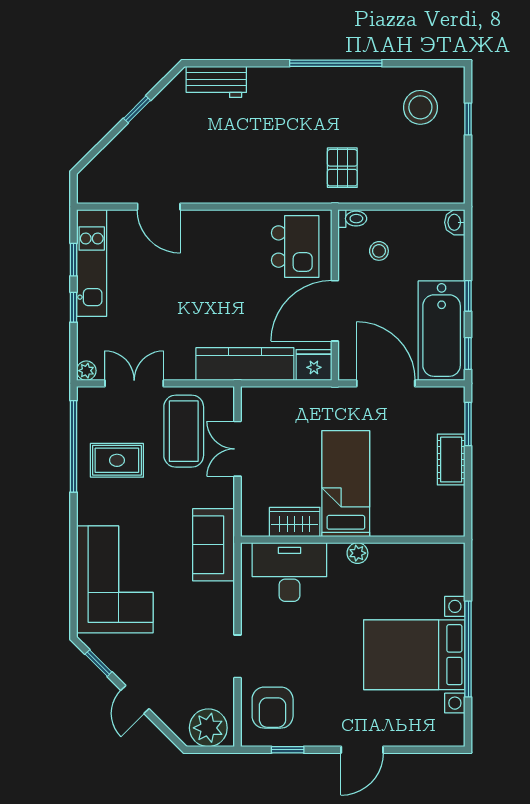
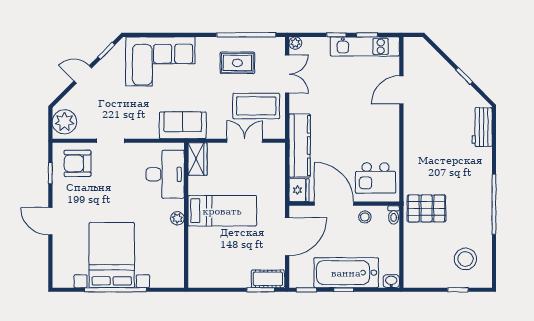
pallet: (342, 168) -> (426, 208), width x1.50, depth x1.42
stool: (379, 251) -> (365, 217), moved
bathtub: (442, 331) -> (346, 273), moved
rug: (117, 460) -> (237, 63), turned 90
cot: (451, 460) -> (268, 279), moved
wardrobe: (295, 522) -> (198, 159), moved

